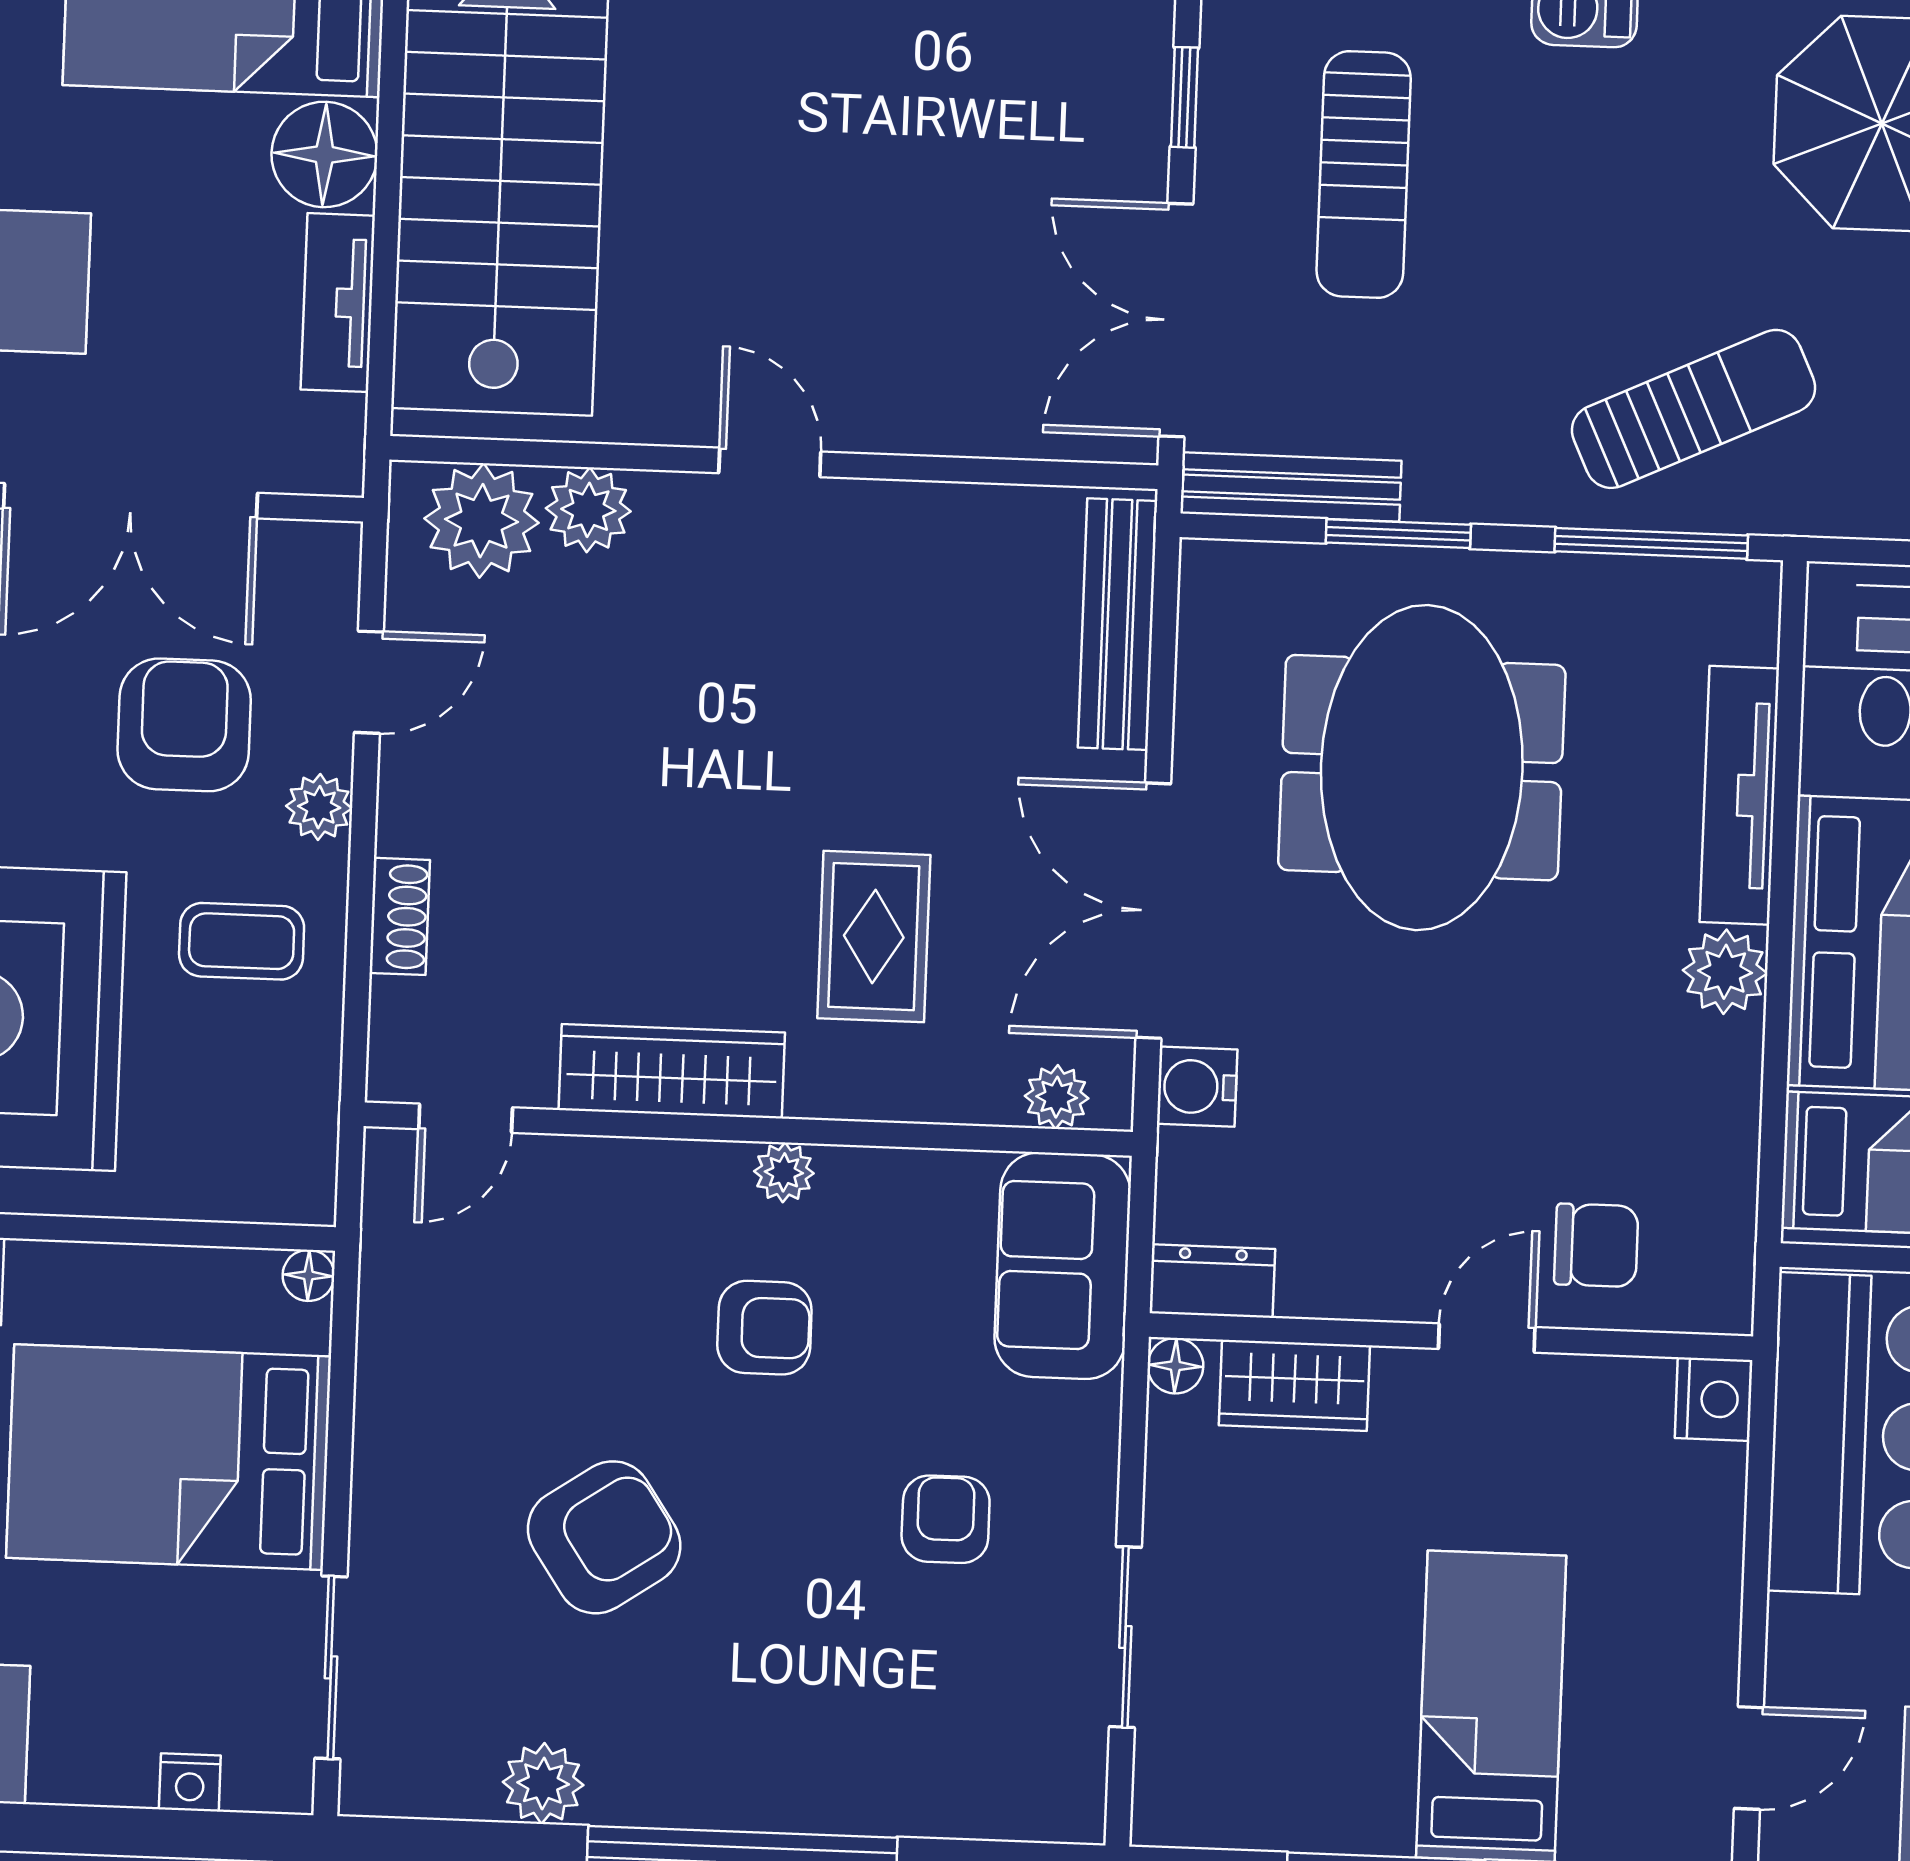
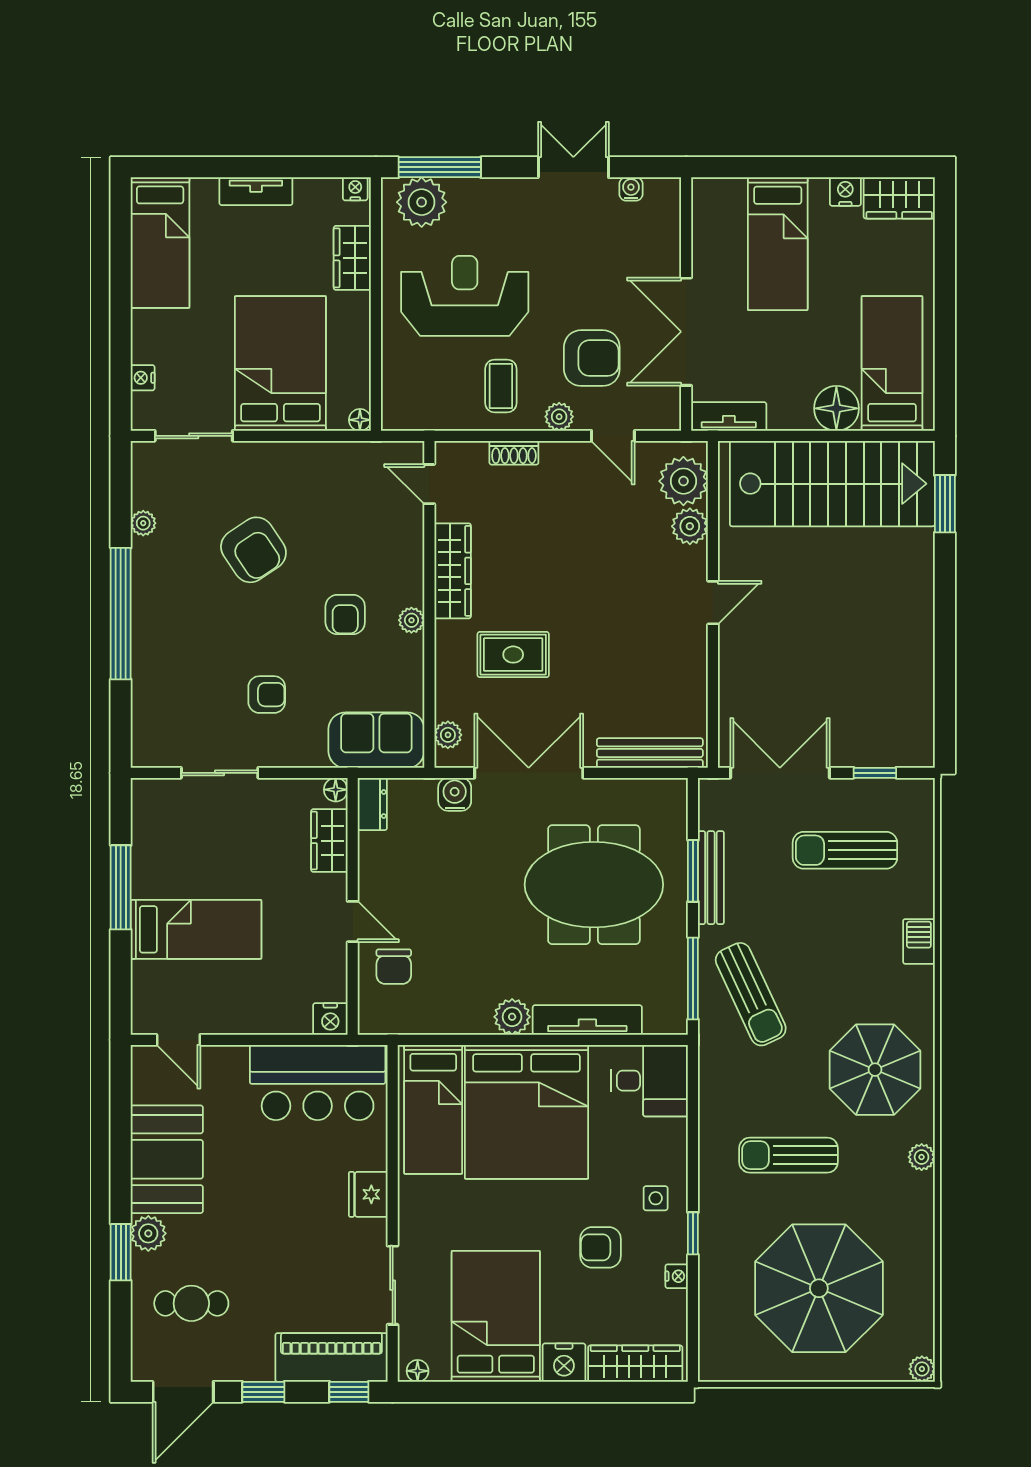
tv unit: (338, 303) -> (729, 416), moved
bench: (1291, 487) -> (711, 878), moved
plant: (543, 1783) -> (143, 523), width x0.73, depth x0.73

